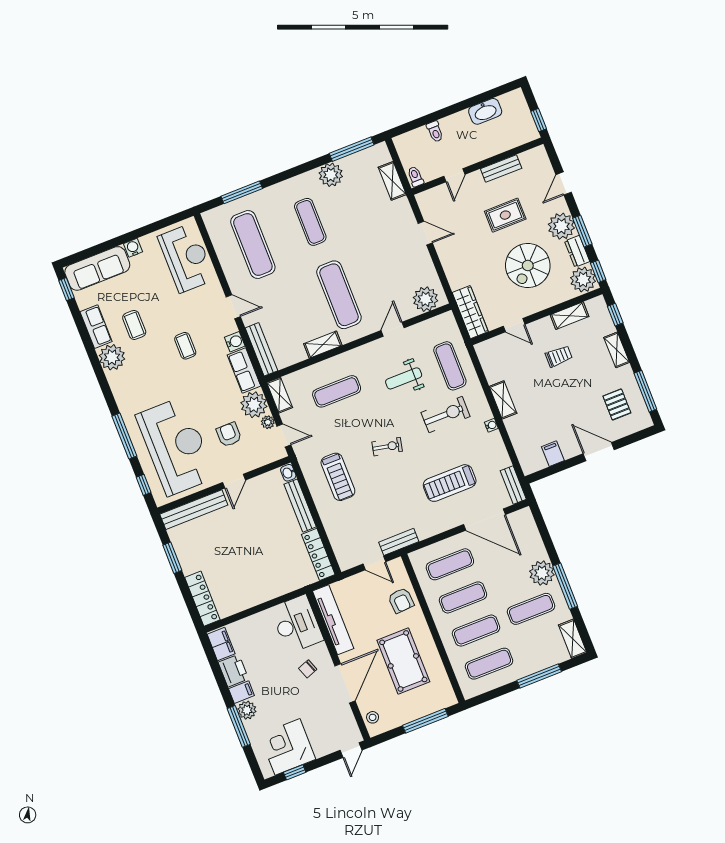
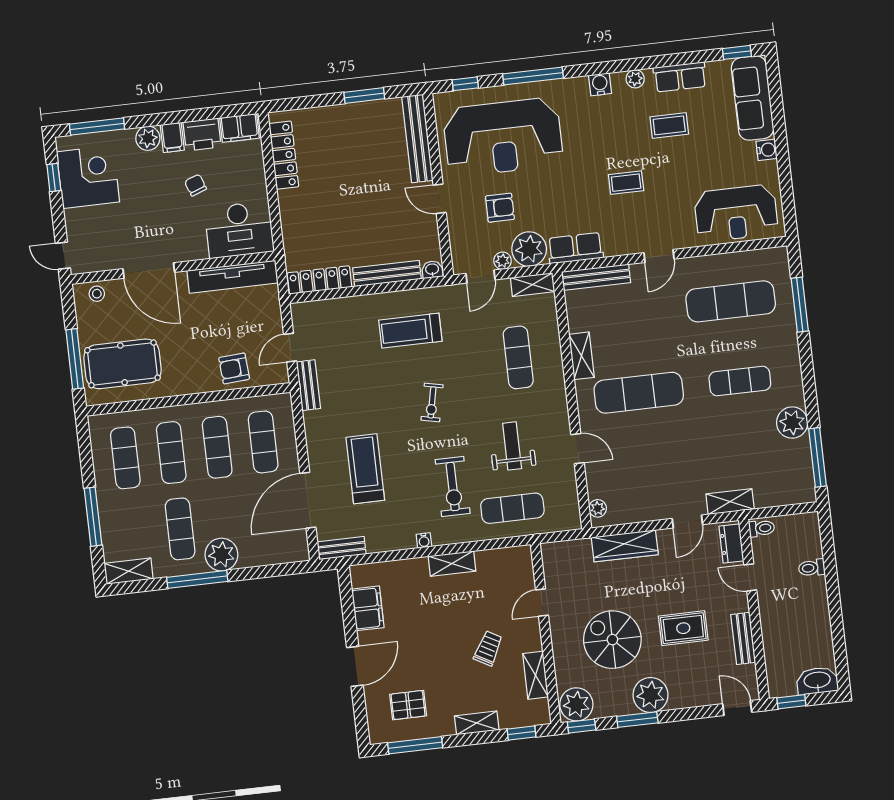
washbasin: (485, 111) -> (817, 681), moved, turned 90
shelving: (392, 181) -> (730, 502), moved
door: (564, 183) -> (737, 708), moved
rug: (505, 215) -> (683, 628), turned 90
dresser: (577, 251) -> (731, 543), moved, turned -90
plant: (426, 299) -> (598, 508), width x0.53, depth x0.53
wardrobe: (470, 312) -> (625, 546), moved
water cooler: (235, 342) -> (600, 84), moved, turned 180
trolley: (559, 356) -> (488, 648), turned -151
plant: (112, 357) -> (635, 79), width x0.53, depth x0.53
filing cabinet: (553, 454) -> (368, 608), width x2.00
locker: (202, 599) -> (284, 155), moved, turned -90
pool table: (403, 661) -> (123, 364), moved
chair: (308, 669) -> (196, 185), moved
window: (239, 726) -> (97, 126), moved

